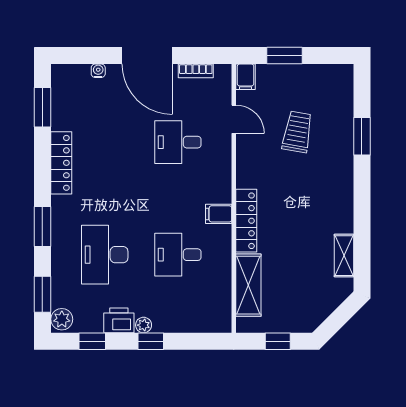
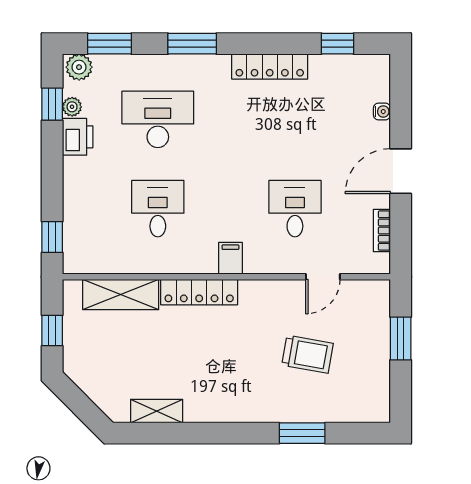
door: (147, 55) -> (401, 171), width x0.73
filing cabinet: (246, 77) -> (375, 291), removed
window: (42, 107) -> (337, 44), width x0.67
filing cabinet: (219, 214) -> (230, 258), moved
plant: (144, 325) -> (72, 107), moved
window: (151, 341) -> (52, 237), moved

